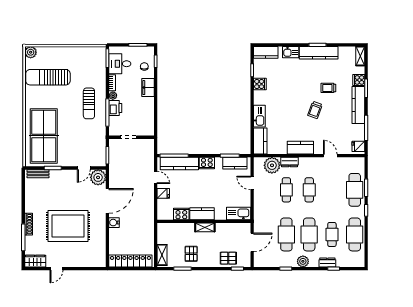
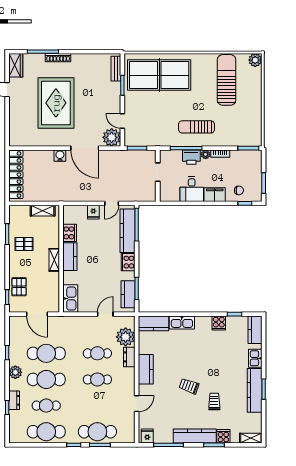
desk: (120, 64) -> (192, 189), moved, turned 180
shelving: (162, 255) -> (43, 211), moved

